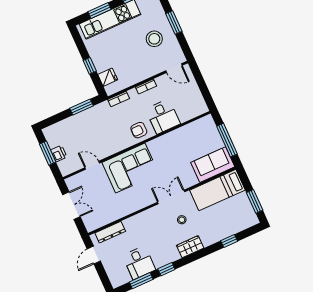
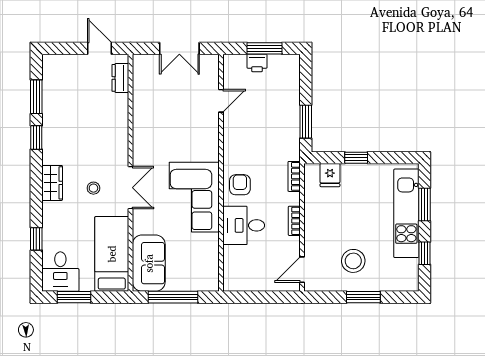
corner sofa: (130, 168) -> (194, 197), moved
dresser: (110, 232) -> (120, 78), width x0.70
desk: (139, 263) -> (60, 272), moved, turned -90

